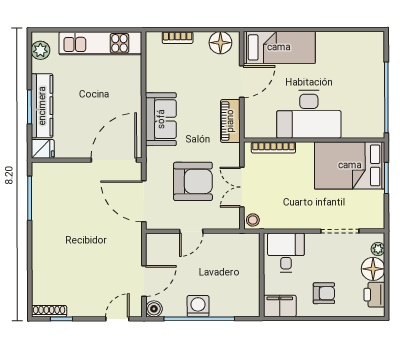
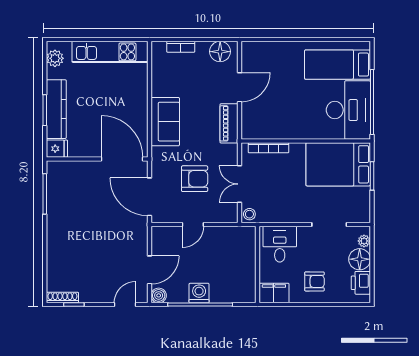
bed: (279, 47) -> (338, 65), moved, turned 180
desk: (309, 114) -> (348, 110), moved, turned -90
door: (114, 160) -> (122, 159), hinge flipped
armchair: (193, 181) -> (195, 179), width x0.73, depth x0.73

